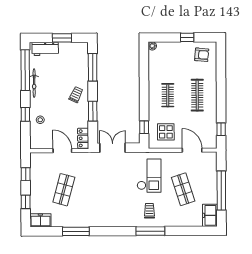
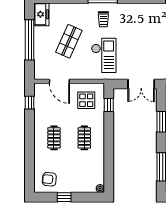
clothes rail: (197, 95) -> (54, 138), width x0.73
checkout: (149, 176) -> (104, 55), turned 180
shop shelf: (183, 189) -> (69, 41), turned 42

